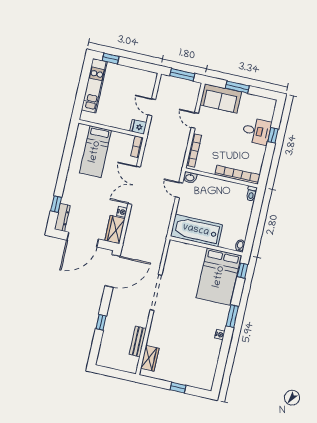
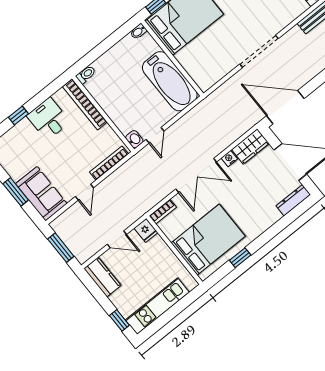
kitchen counter: (142, 77) -> (102, 277), added
door: (152, 107) -> (117, 239), hinge flipped
desk: (257, 131) -> (48, 119), moved
bed: (95, 152) -> (208, 240), width x1.50
window: (56, 204) -> (240, 258), moved

